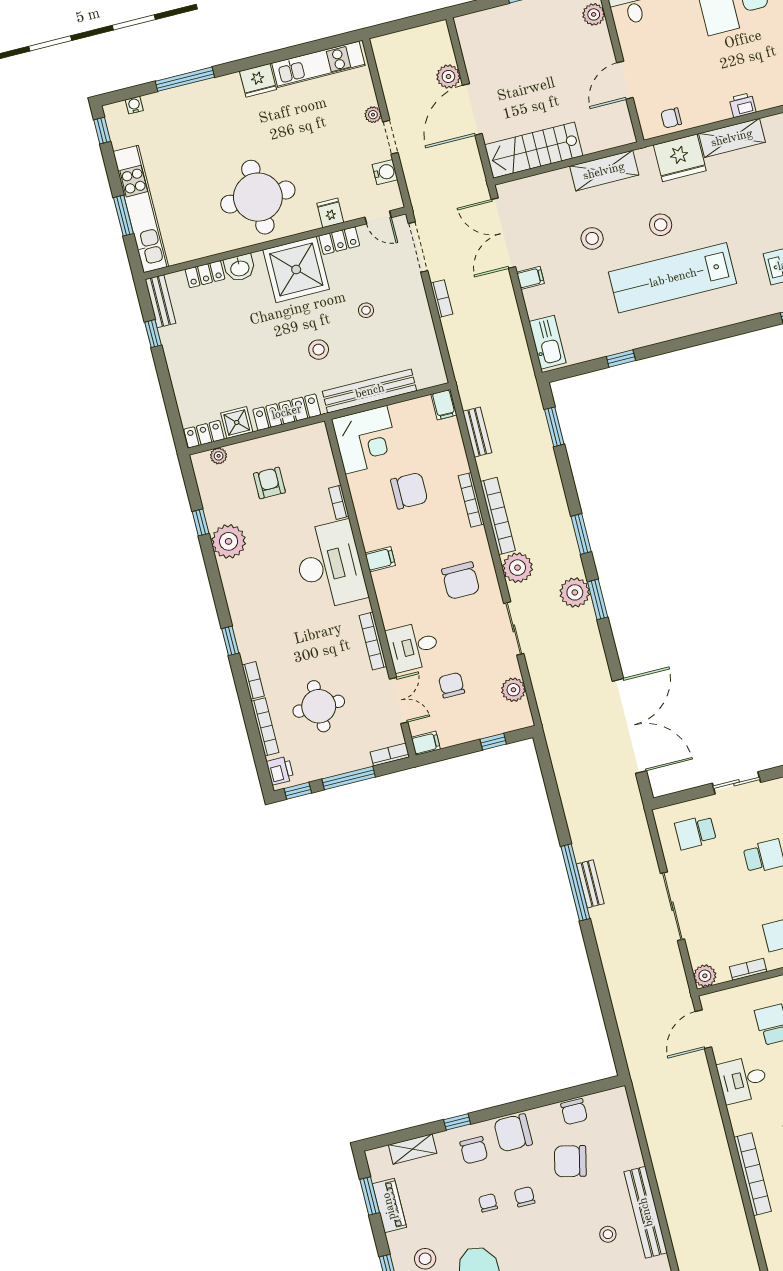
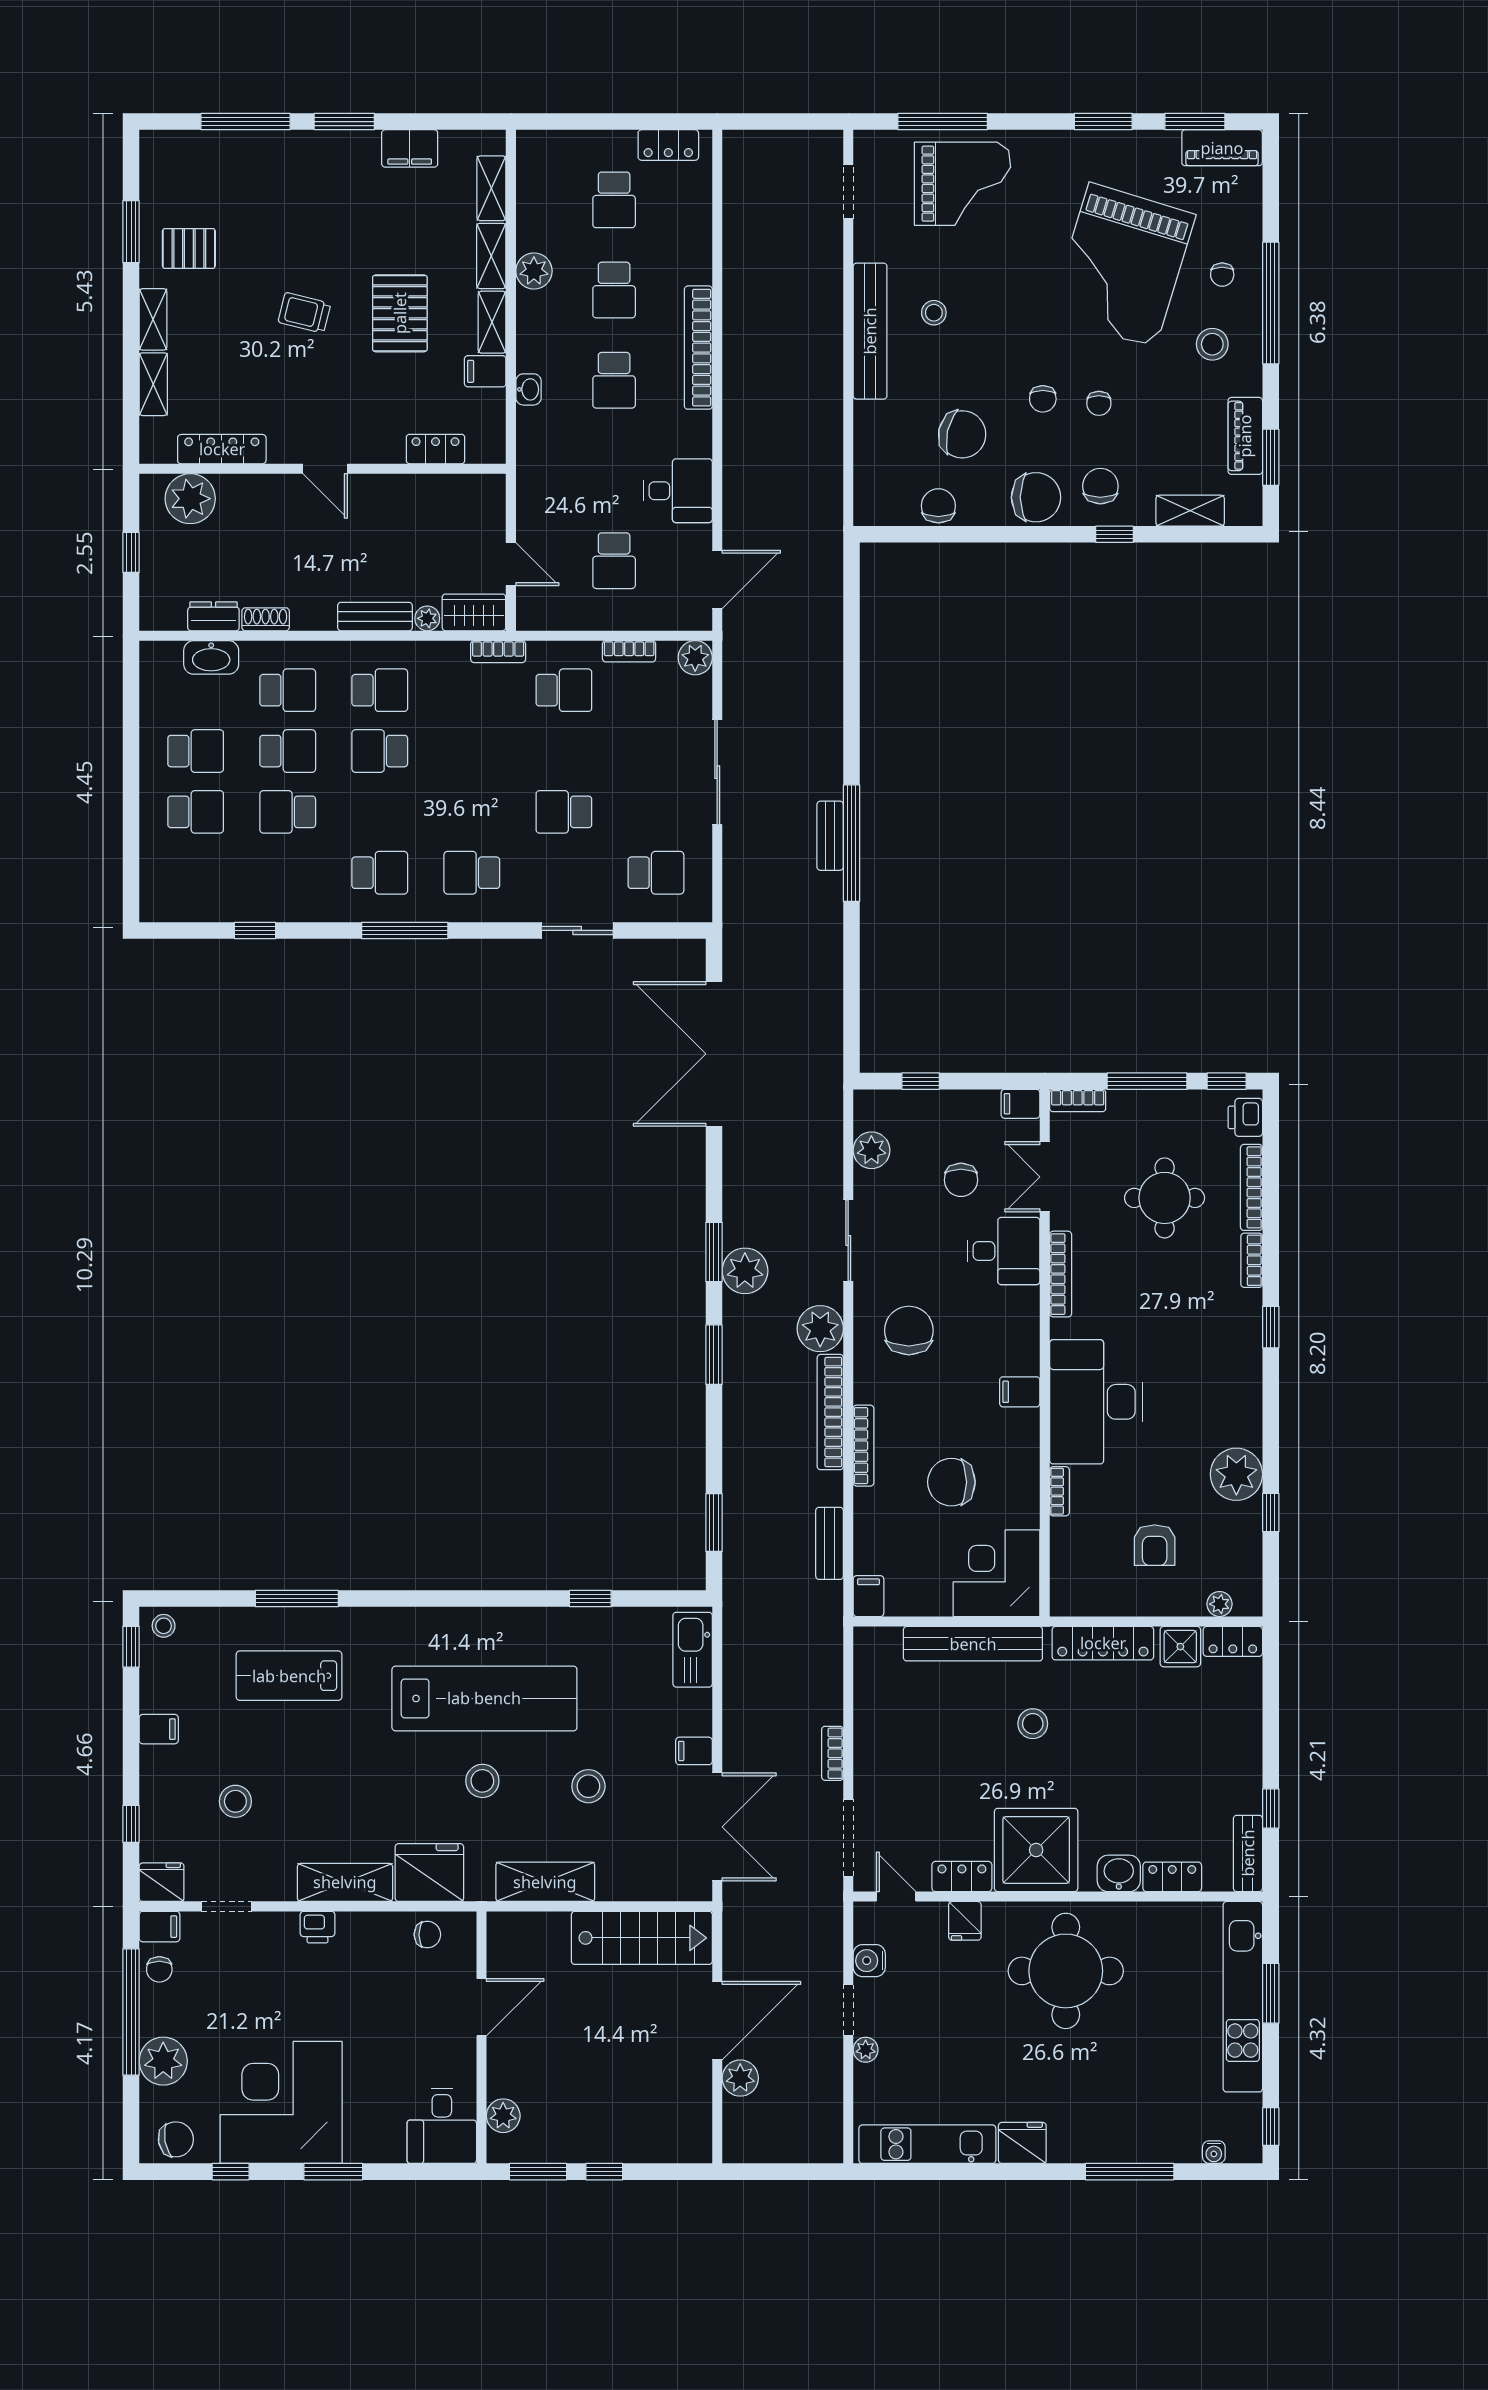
stool: (366, 310) -> (948, 1764), removed

